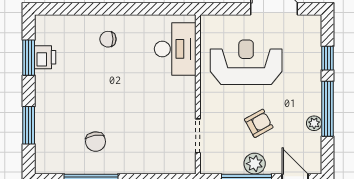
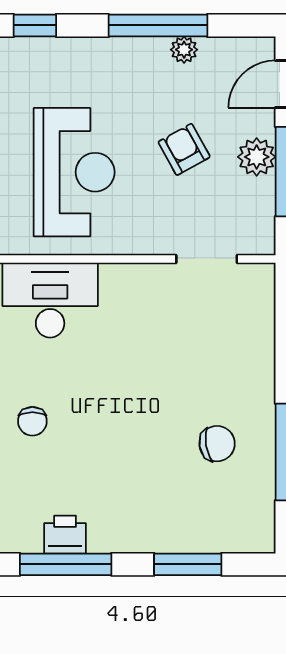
window: (29, 58) -> (66, 564), width x1.44
window: (327, 58) -> (35, 25), moved
reception desk: (246, 62) -> (74, 172), turned 180

